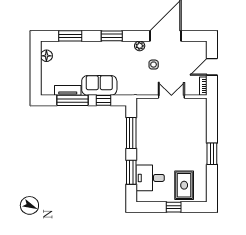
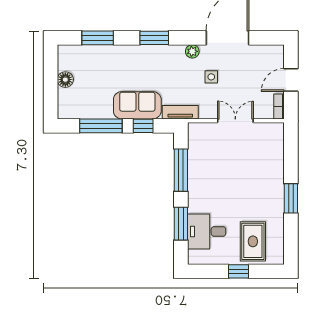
floor lamp: (46, 56) -> (65, 80), moved
tv unit: (68, 90) -> (180, 112), moved

